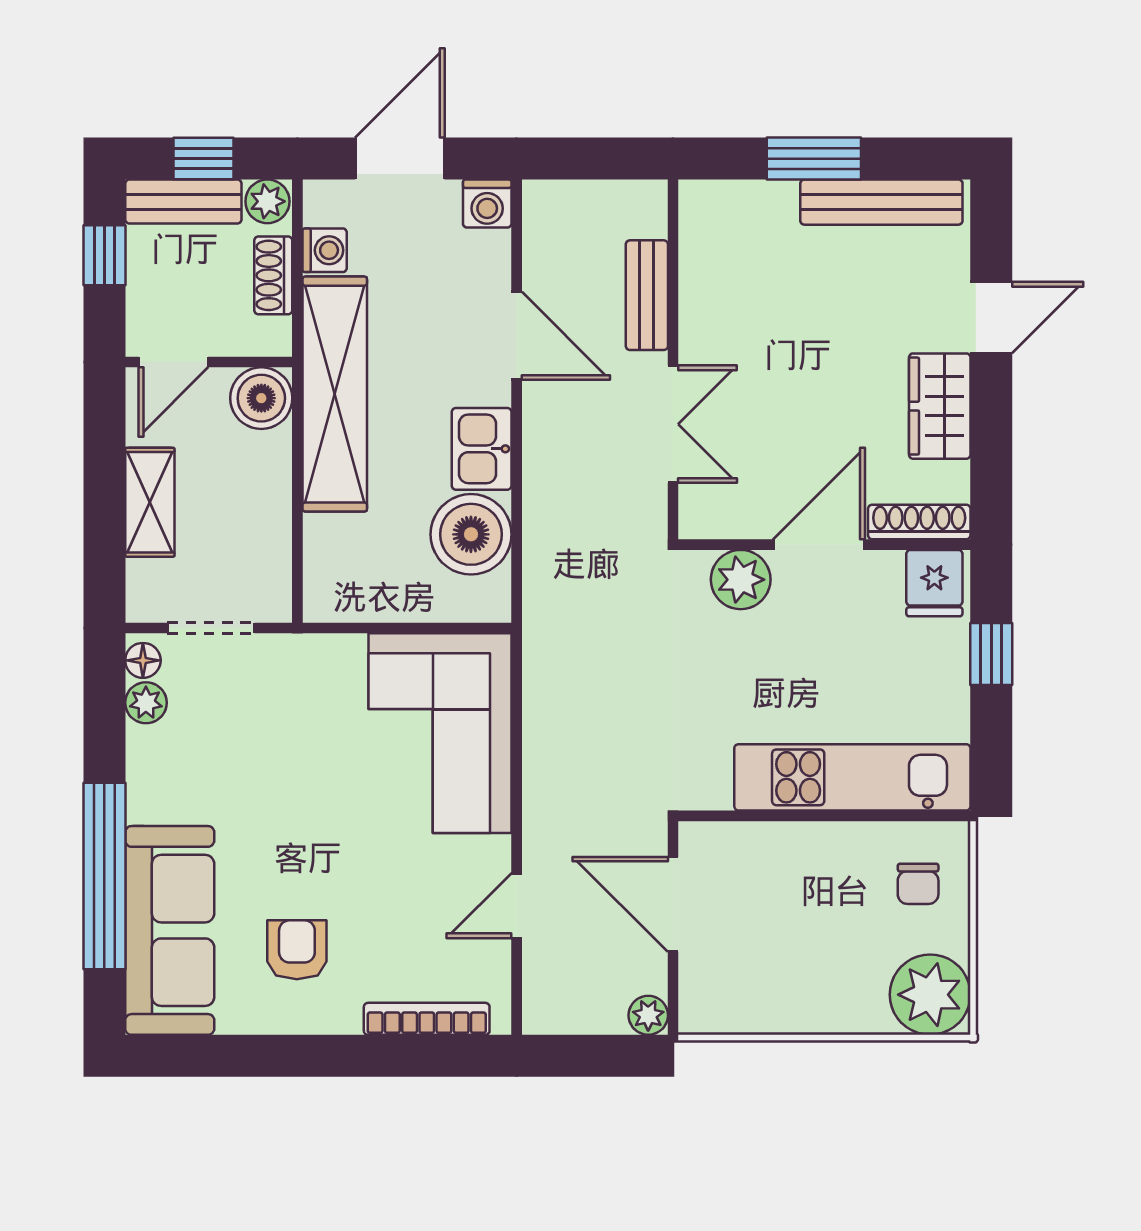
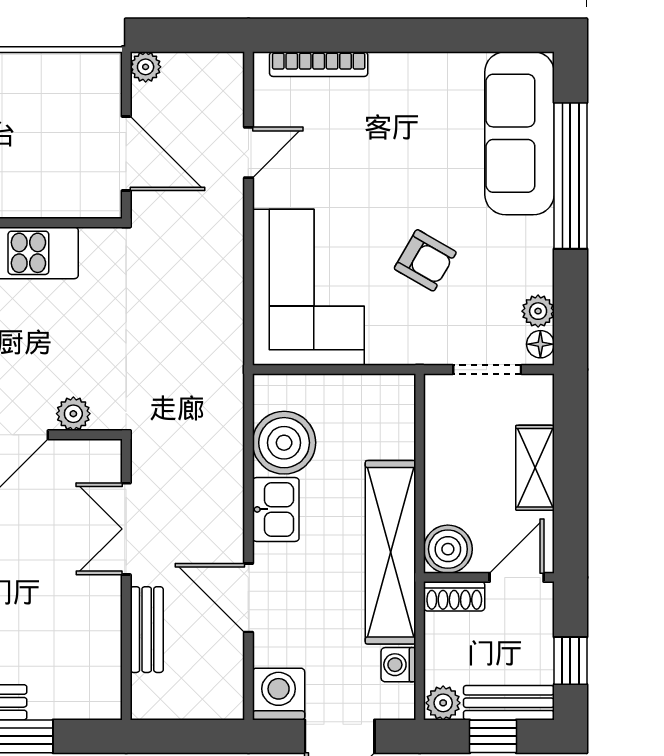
washing machine: (487, 204) -> (279, 694), width x1.38, depth x1.38
shoe rack: (273, 275) -> (454, 596), moved, turned 90
plant: (741, 580) -> (73, 414), width x0.73, depth x0.73
armchair: (297, 950) -> (425, 260), moved, turned -60

